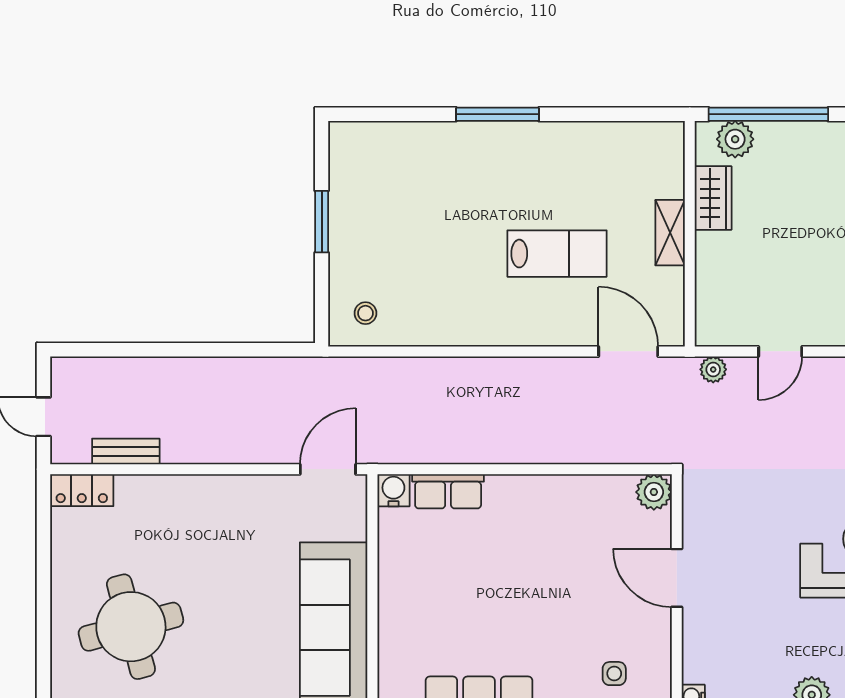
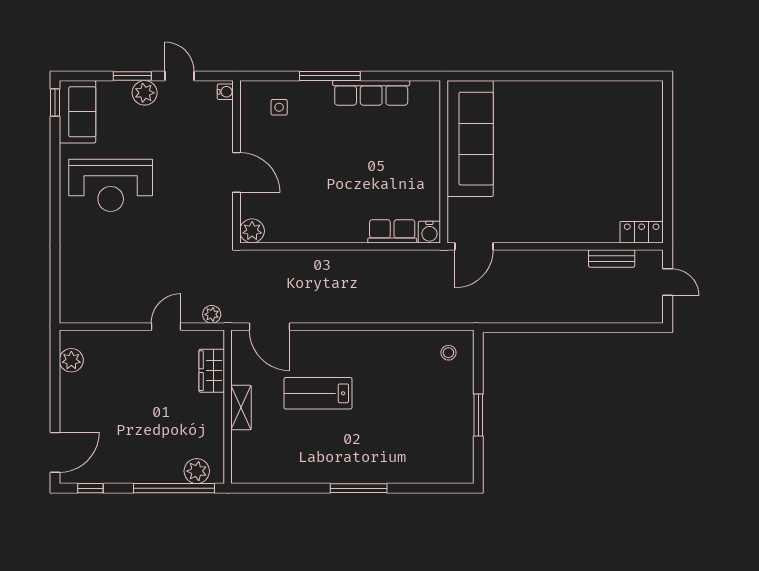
wardrobe: (713, 198) -> (212, 371), moved
round table: (131, 627) -> (608, 139), removed

